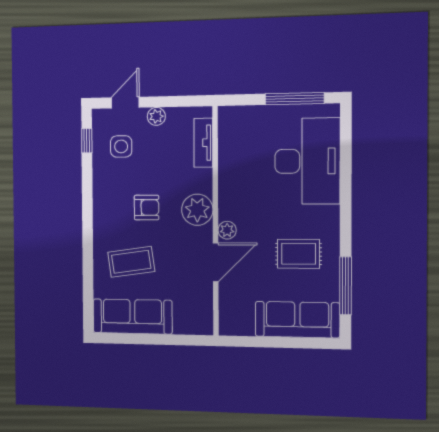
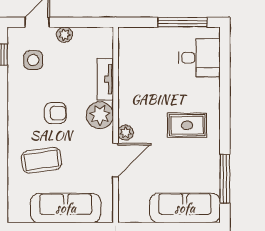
tv unit: (203, 143) -> (105, 79), moved
desk: (307, 161) -> (199, 58), width x0.53, depth x0.77
rug: (299, 254) -> (187, 125), moved
sofa: (132, 316) -> (66, 208), moved

